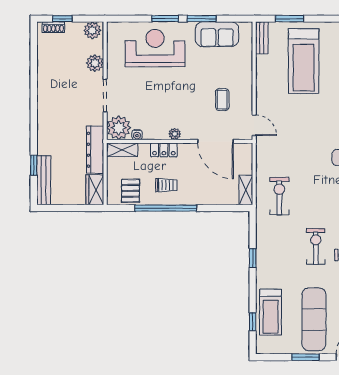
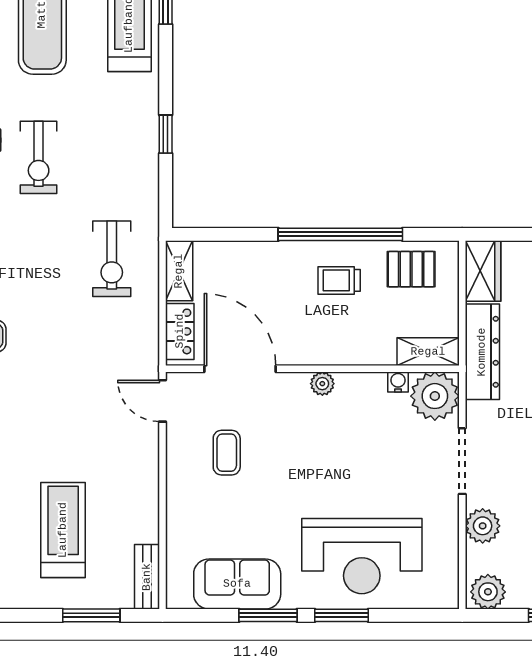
treadmill: (304, 61) -> (63, 530), width x0.73, depth x0.73
locker: (164, 150) -> (180, 331), moved, turned 90
pallet: (130, 191) -> (411, 269), turned 90

